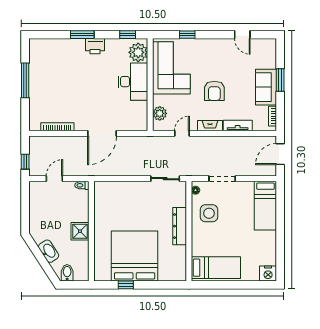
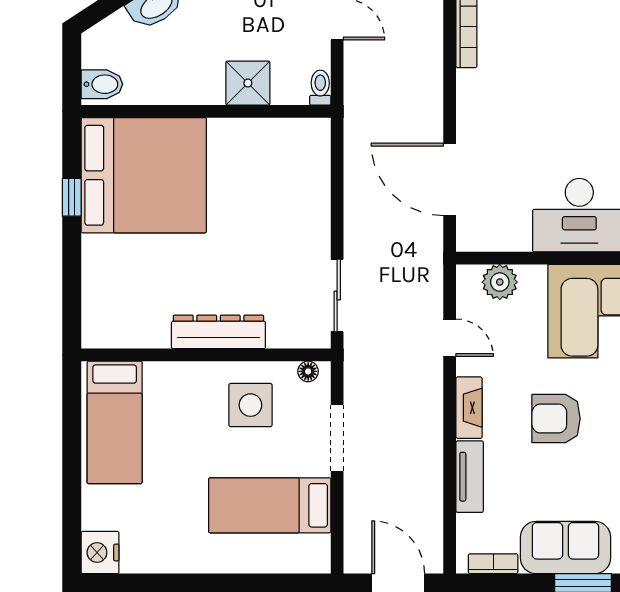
door: (102, 133) -> (450, 179), moved
bed: (265, 206) -> (270, 505), moved
shower: (80, 231) -> (248, 83), moved
bed: (135, 256) -> (144, 175), moved
bidet: (67, 273) -> (102, 84), moved

